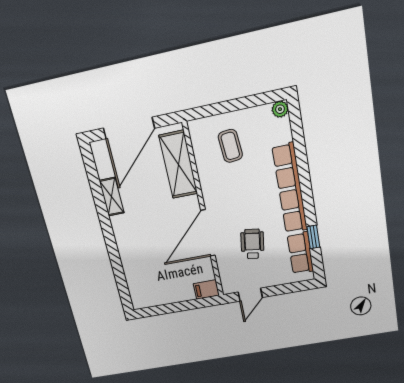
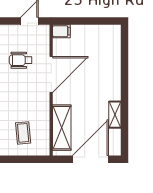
wheelchair: (252, 244) -> (21, 60), turned 82

